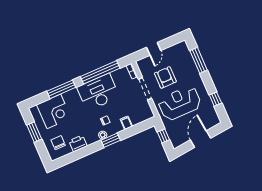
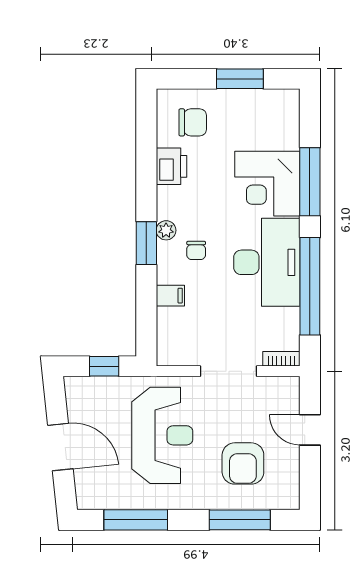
armchair: (165, 77) -> (243, 463), moved, turned 90
window: (215, 99) -> (136, 520), width x2.17
corner desk: (54, 111) -> (267, 184), moved

